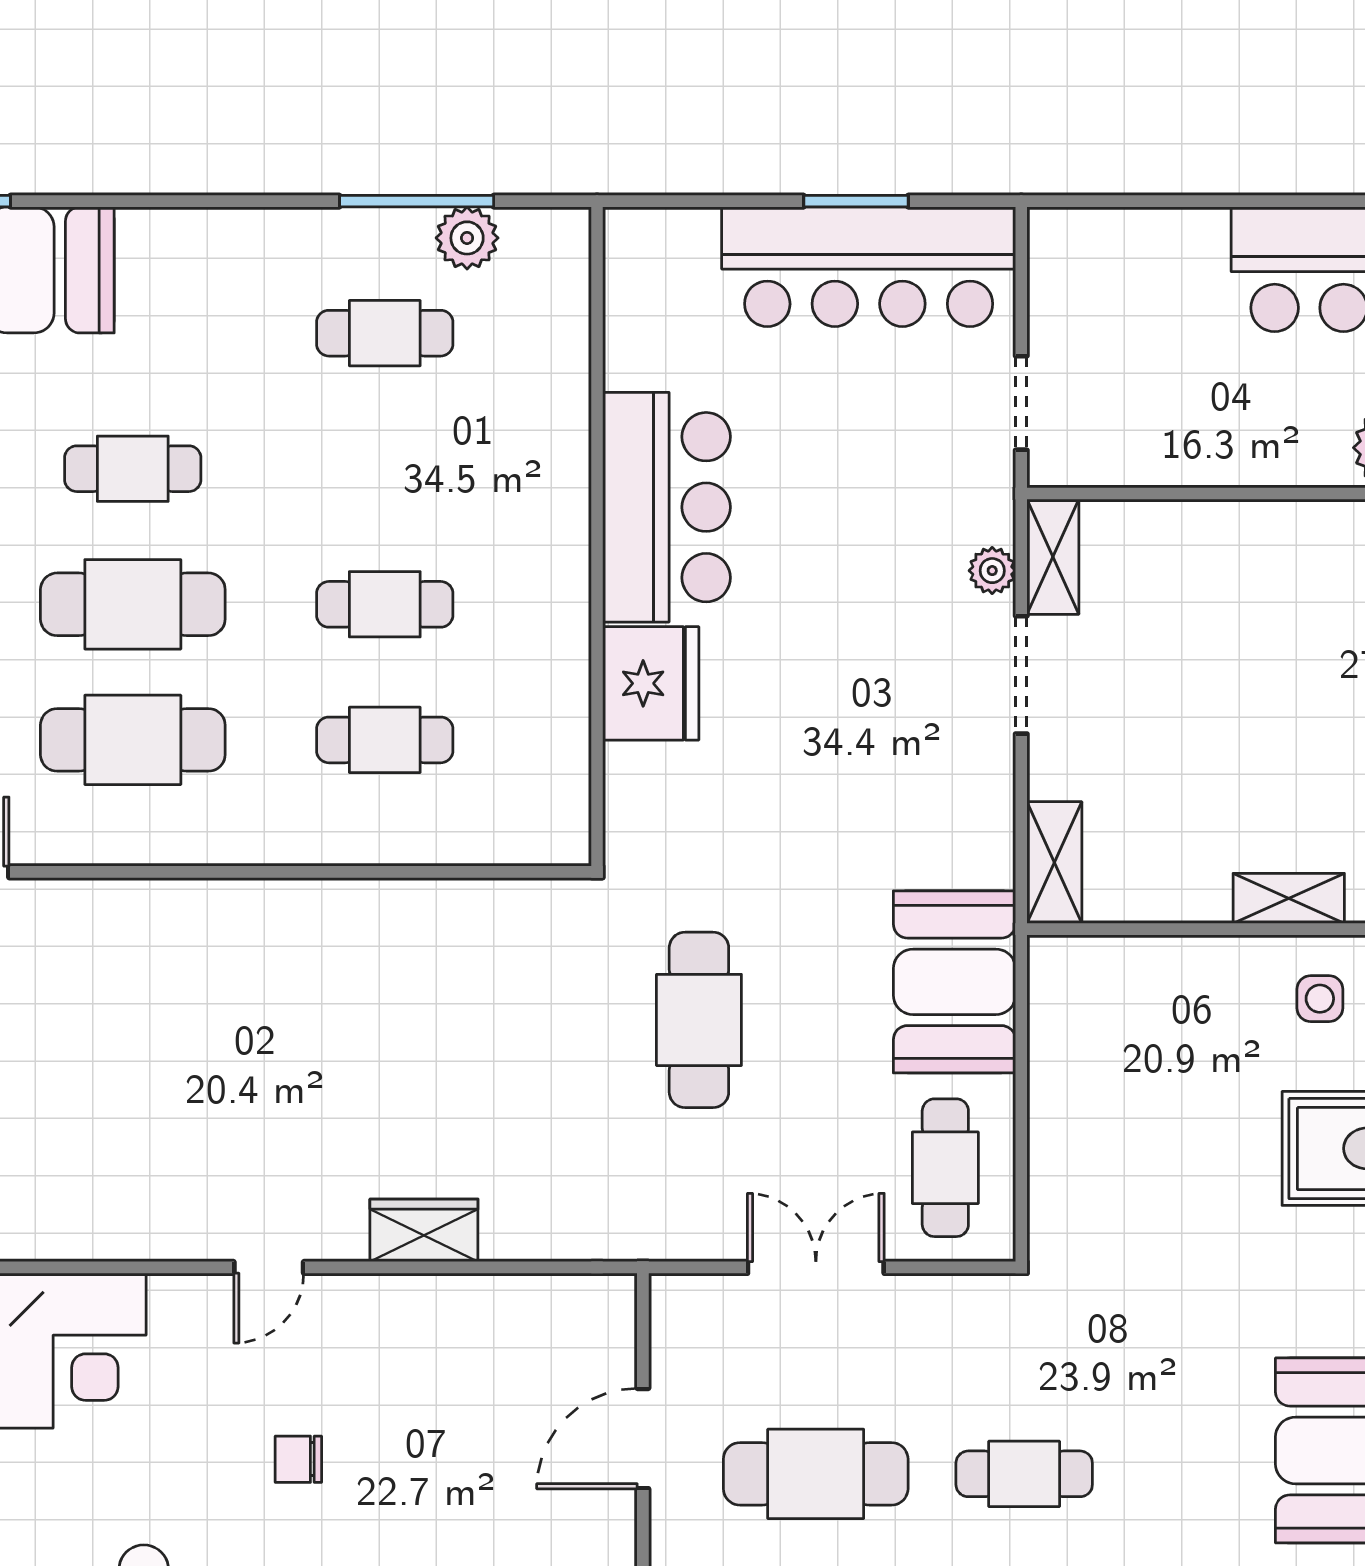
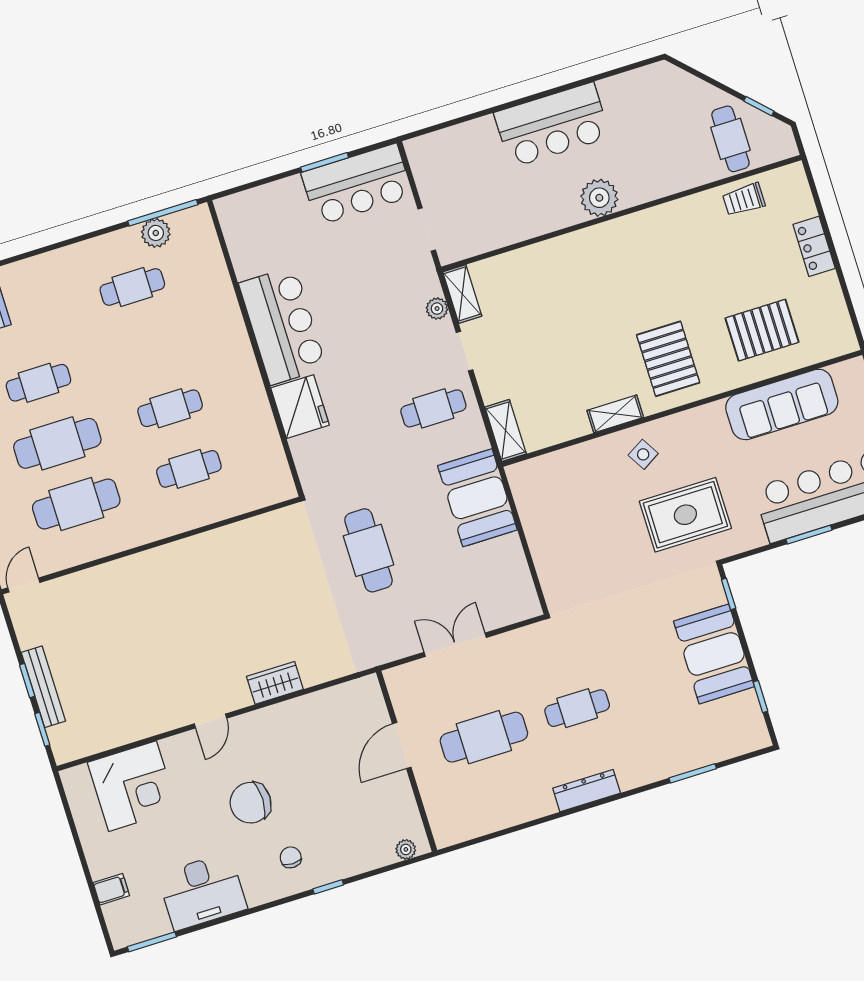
window: (417, 201) -> (163, 213), moved
bar counter: (869, 267) -> (357, 184), width x0.73
doorway: (1021, 675) -> (465, 351), width x0.73
side table: (1320, 999) -> (643, 454), turned -31
cafe table: (945, 1168) -> (433, 408), moved, turned 90
chair: (298, 1459) -> (250, 803), width x1.87, depth x1.87

